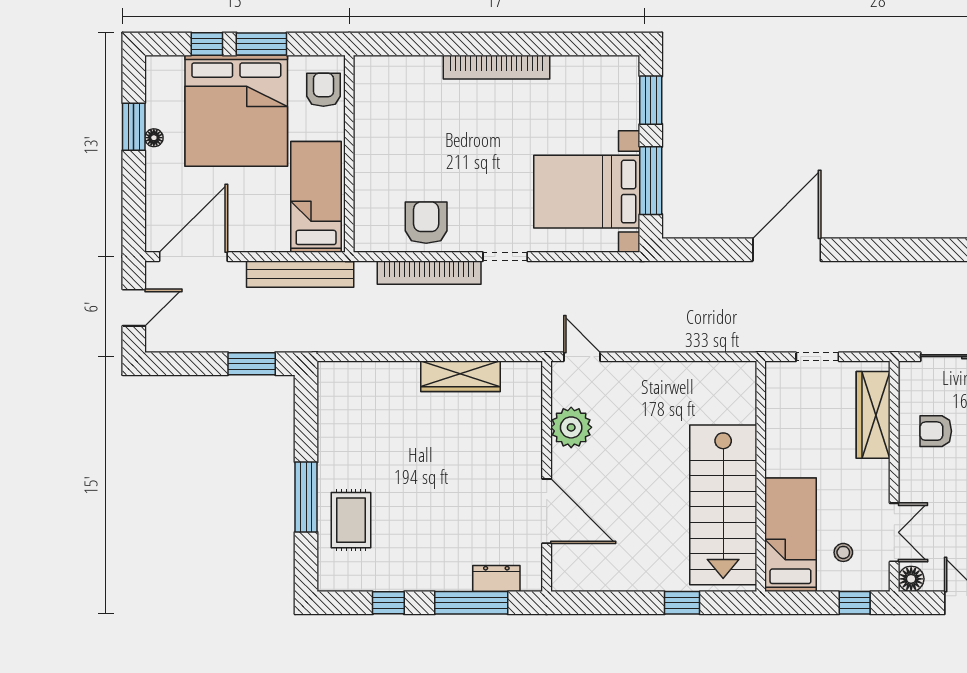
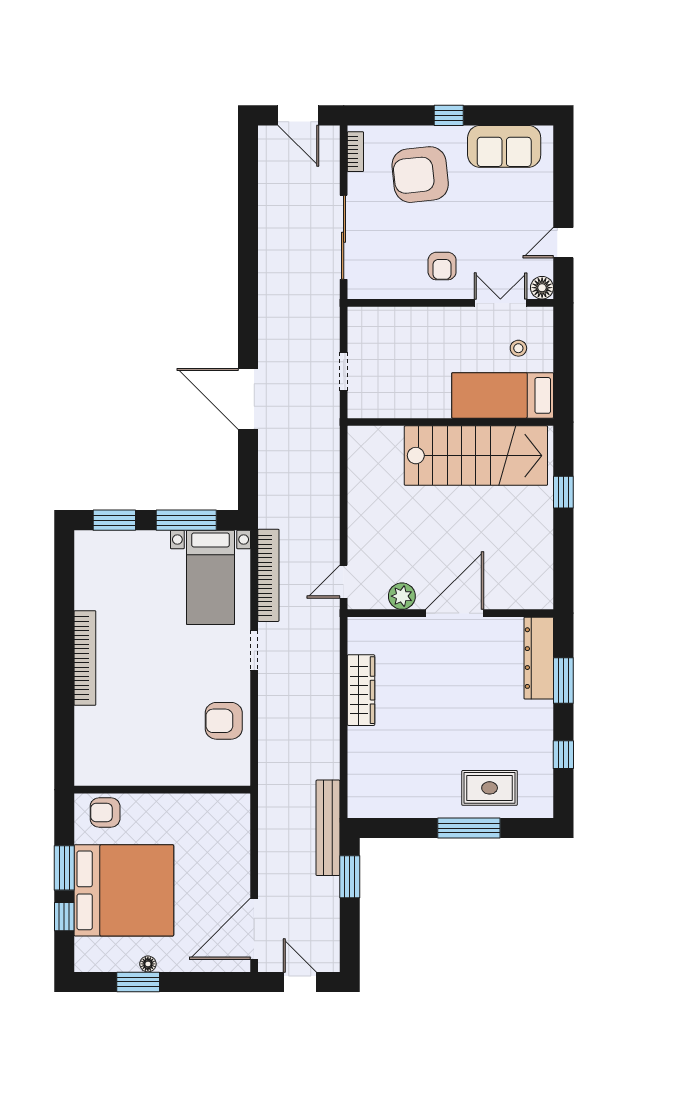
bed with nightstands: (587, 192) -> (211, 577), width x0.73
bed: (316, 197) -> (201, 819), removed
door: (193, 257) -> (254, 929), hinge flipped
bookcase: (429, 273) -> (268, 575), moved
bench: (300, 274) -> (328, 828), moved
wardrobe: (873, 415) -> (396, 322), removed
plant: (571, 427) -> (402, 596), width x0.73, depth x0.73
armchair: (936, 431) -> (442, 266), moved
door: (547, 511) -> (455, 613), moved
dresser: (496, 578) -> (539, 658), width x1.96, depth x1.24
window: (471, 603) -> (563, 681), width x0.69
window: (855, 603) -> (563, 338), removed

